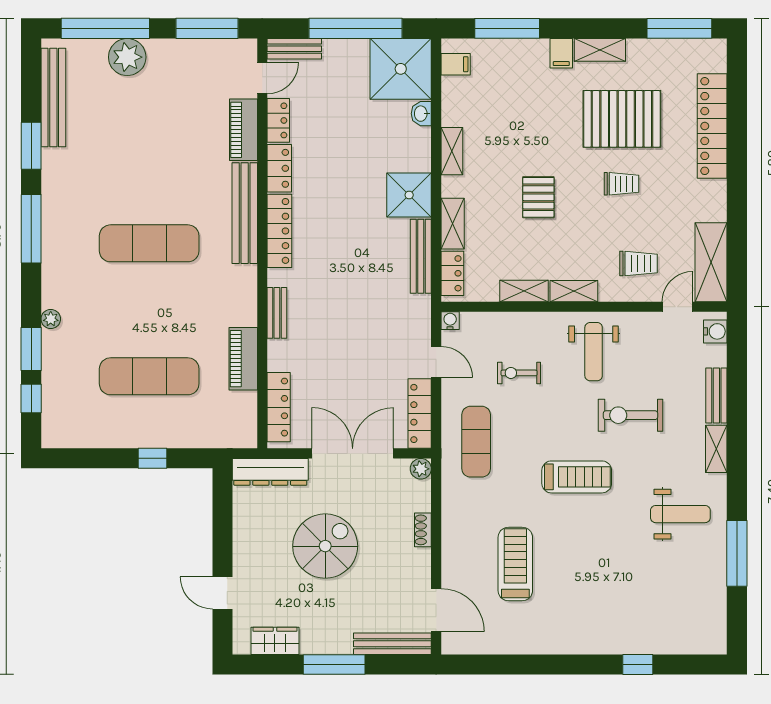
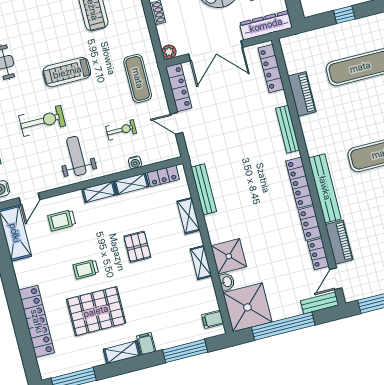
shower: (409, 195) -> (229, 256), moved
locker: (452, 273) -> (163, 176), moved, turned -90
bench: (277, 313) -> (288, 129), width x1.36
water cooler: (450, 321) -> (135, 162), moved

